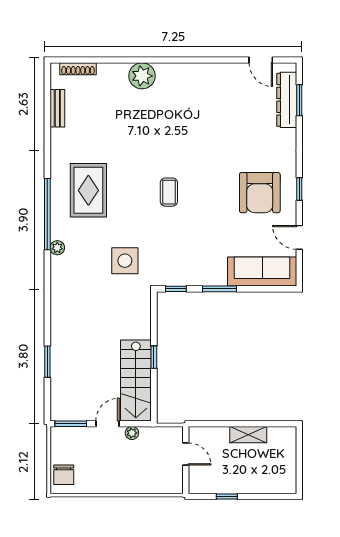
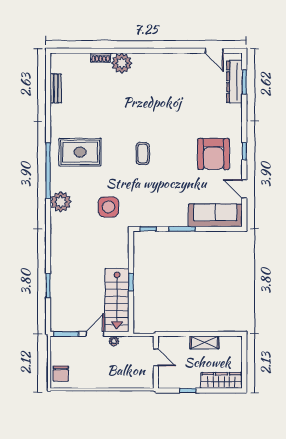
shoe rack: (78, 69) -> (101, 58), moved, width x0.70
rug: (88, 190) -> (80, 152), turned 90
plant: (57, 248) -> (61, 202), width x1.88, depth x1.88
wardrobe: (270, 484) -> (221, 380), added

